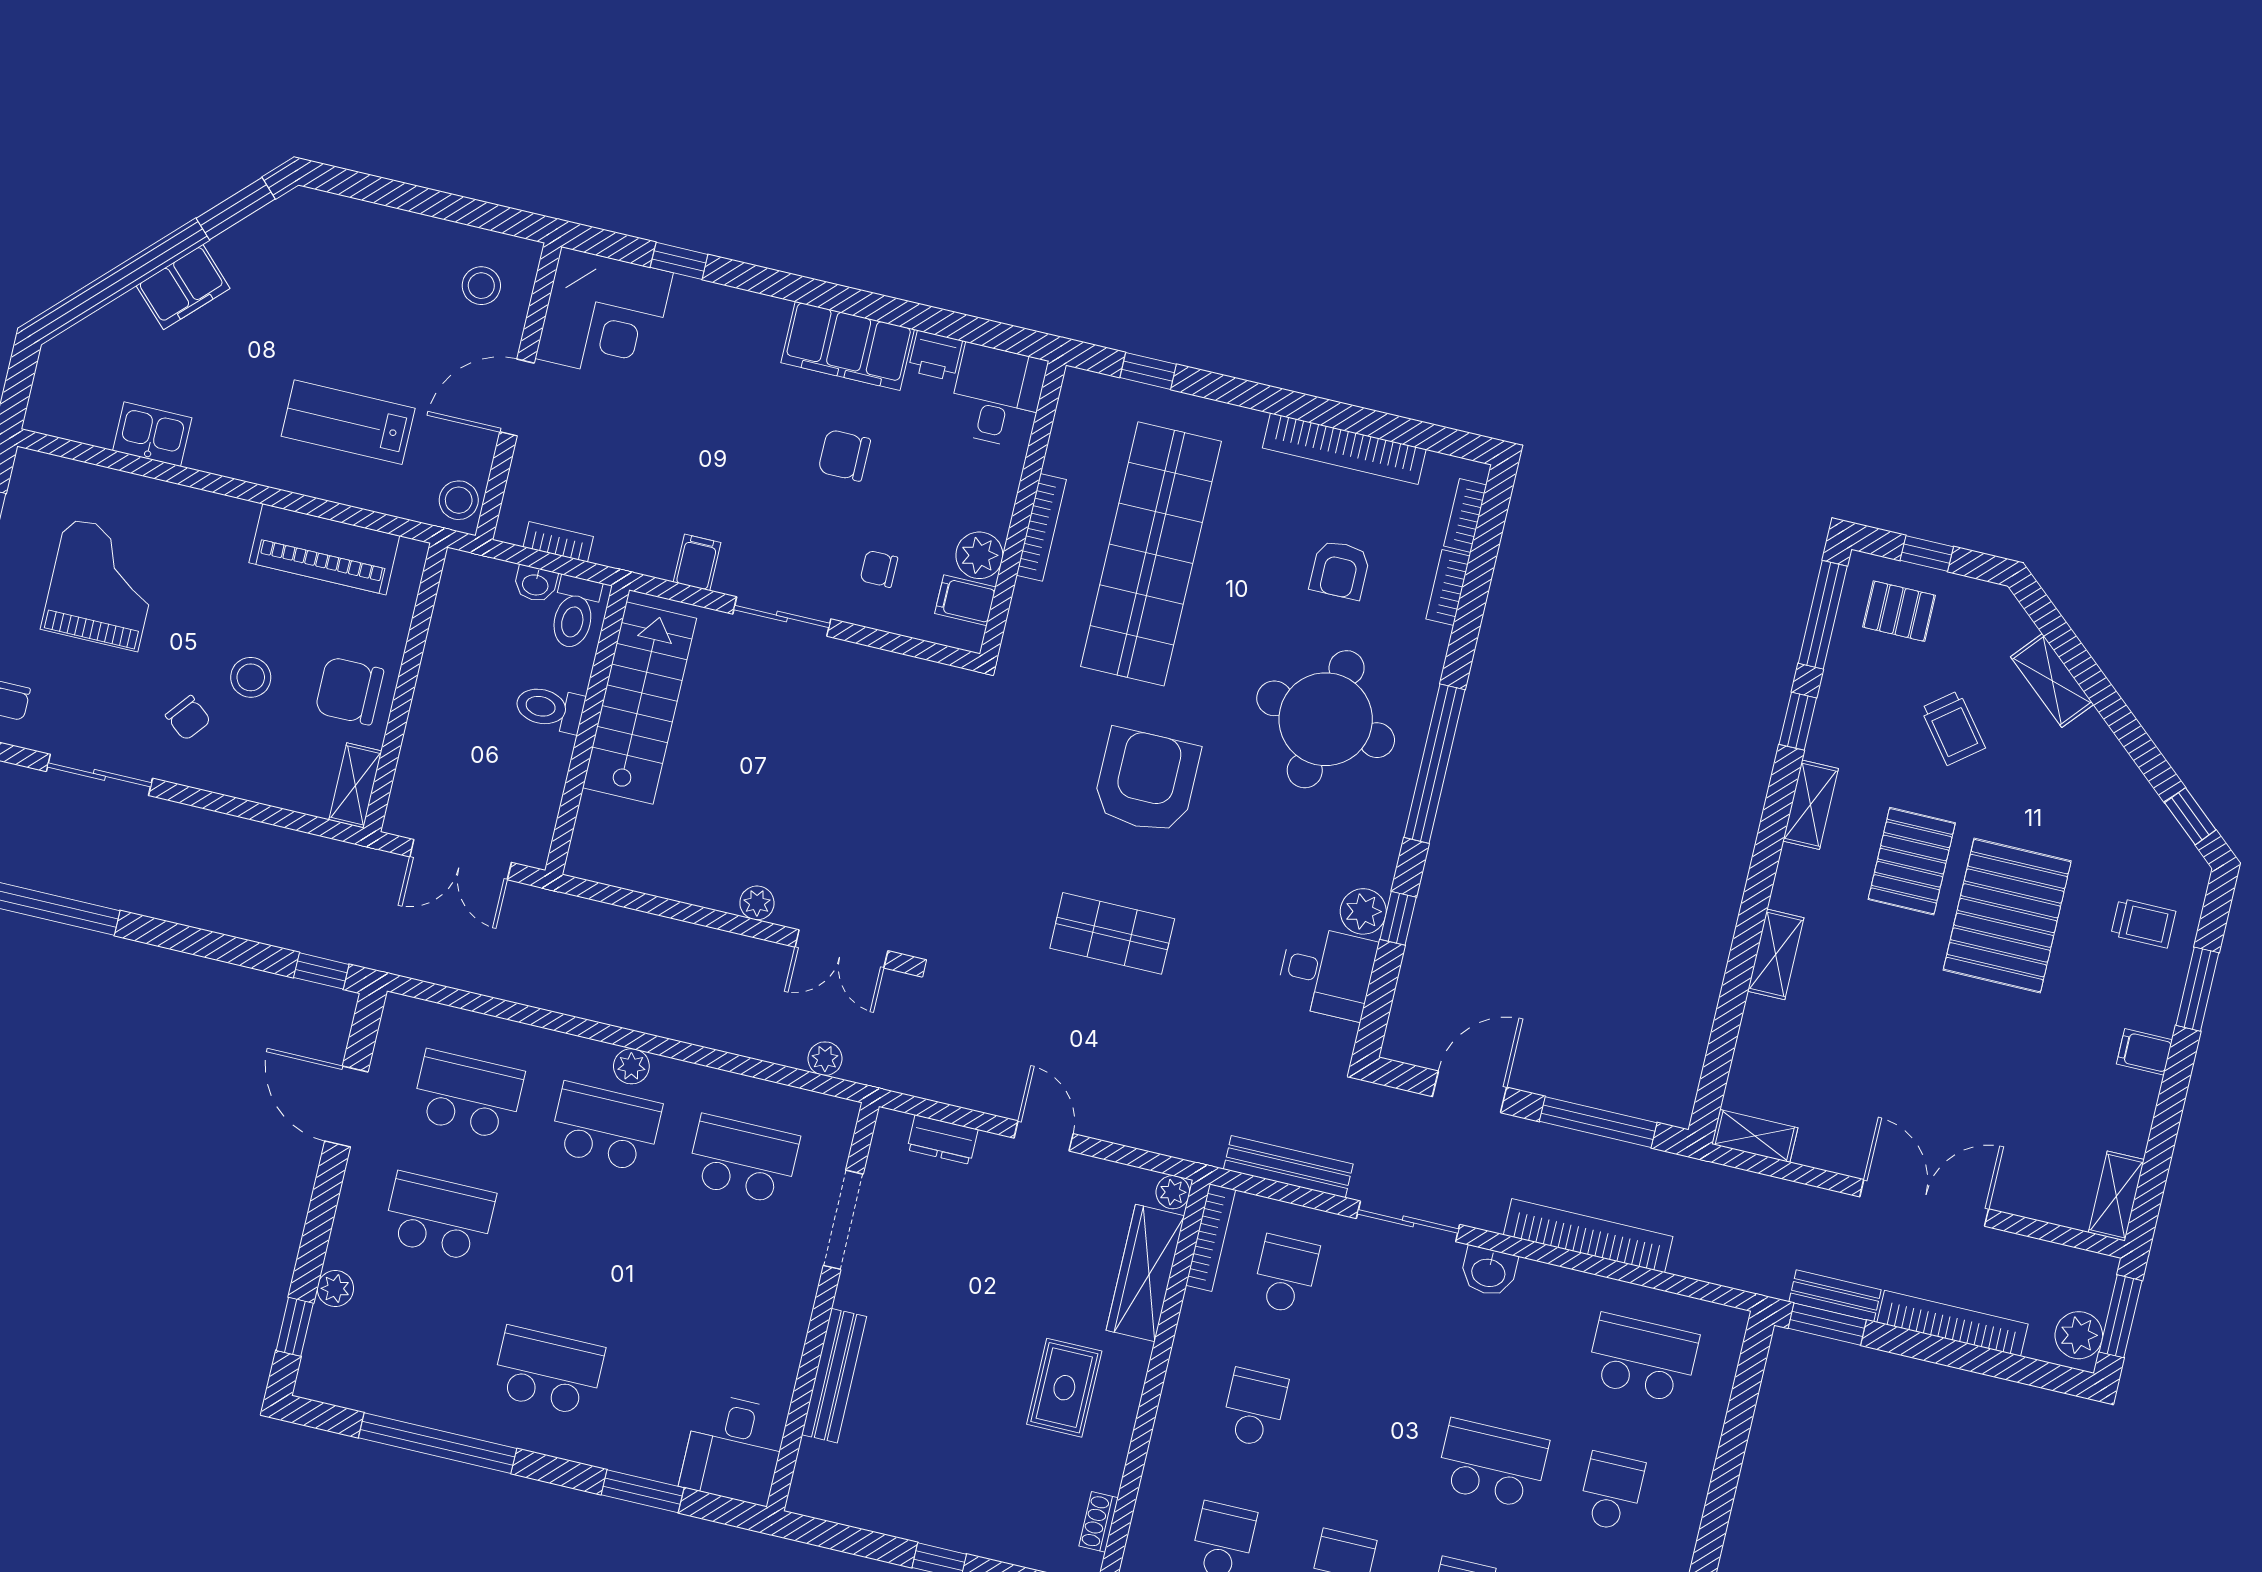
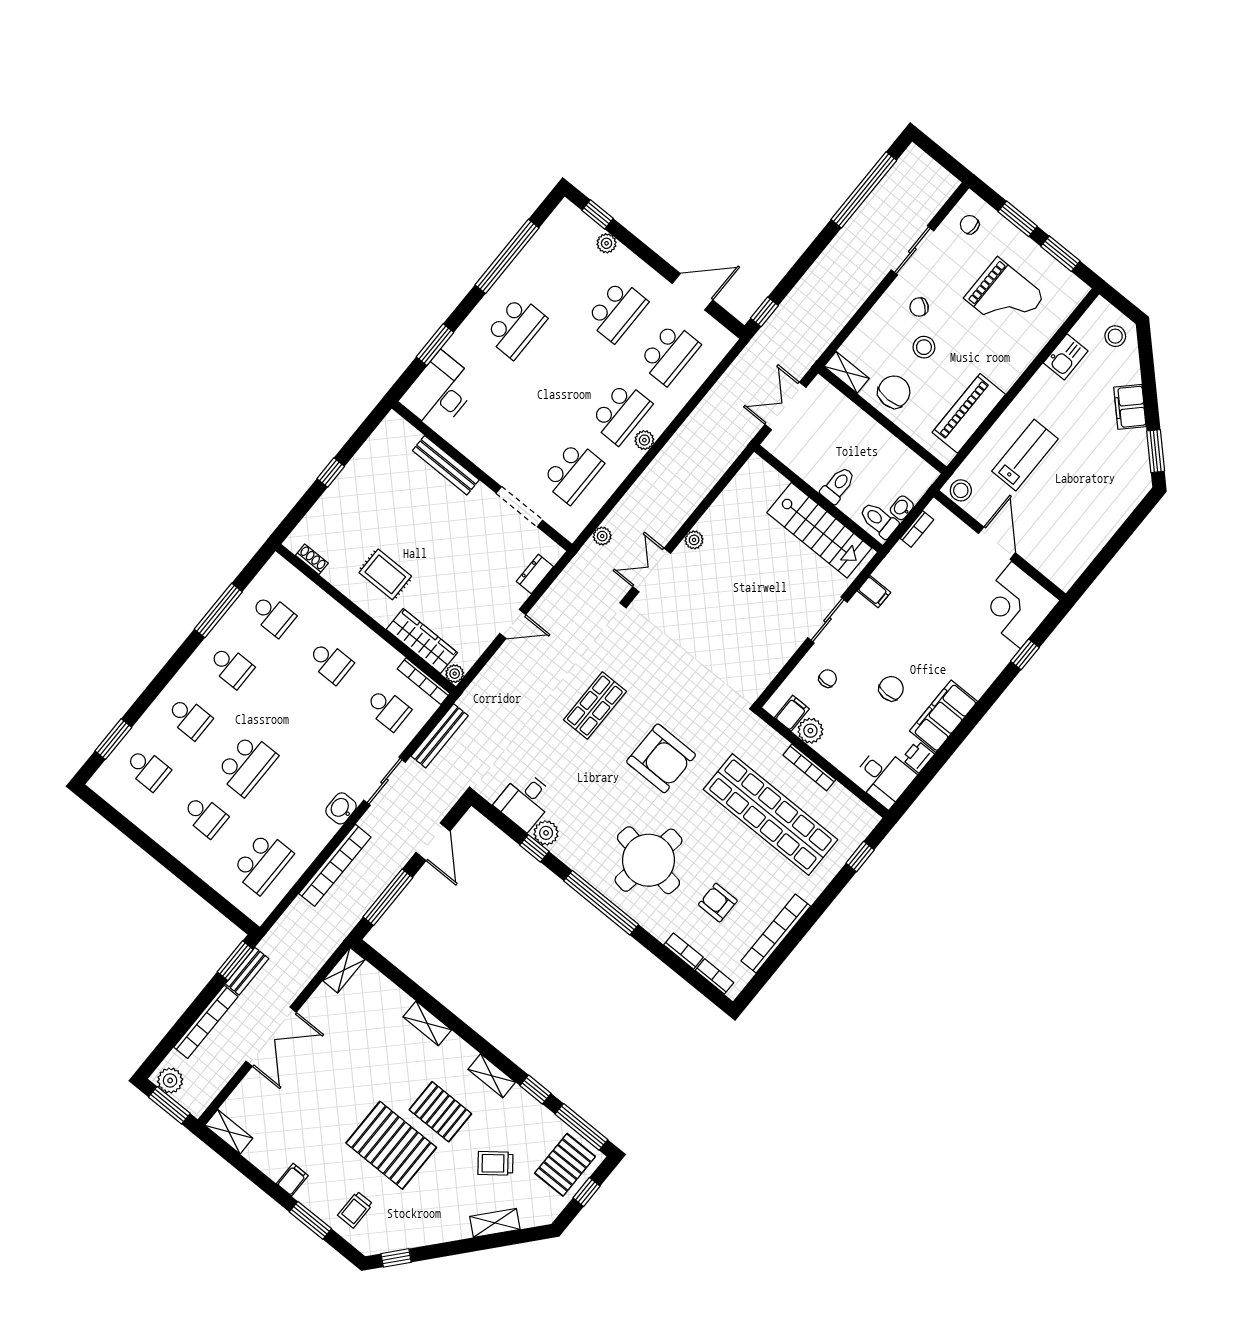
stool: (481, 286) -> (1115, 336), moved
pallet: (1899, 611) -> (565, 1165), width x1.50, depth x1.42
desk: (734, 1449) -> (440, 392), width x1.37

